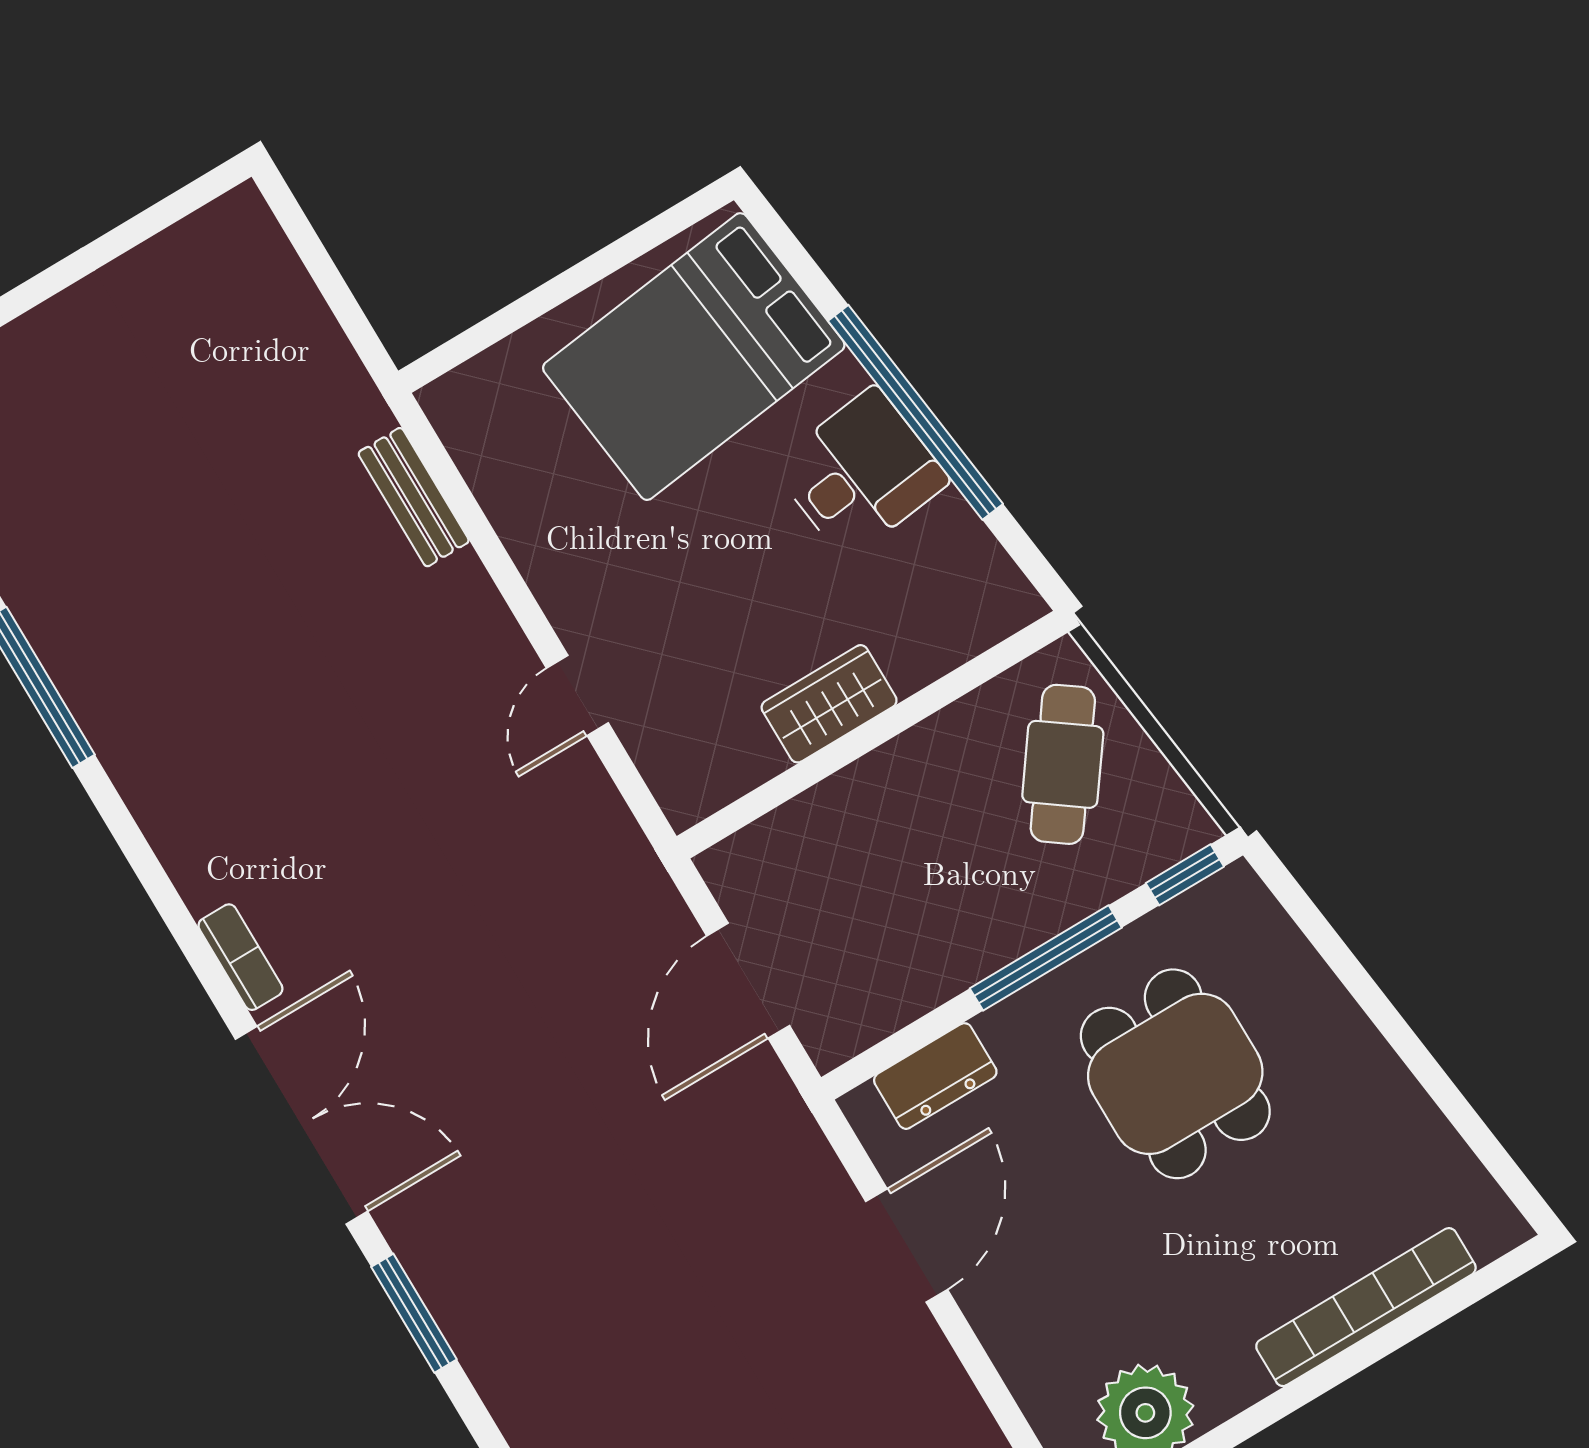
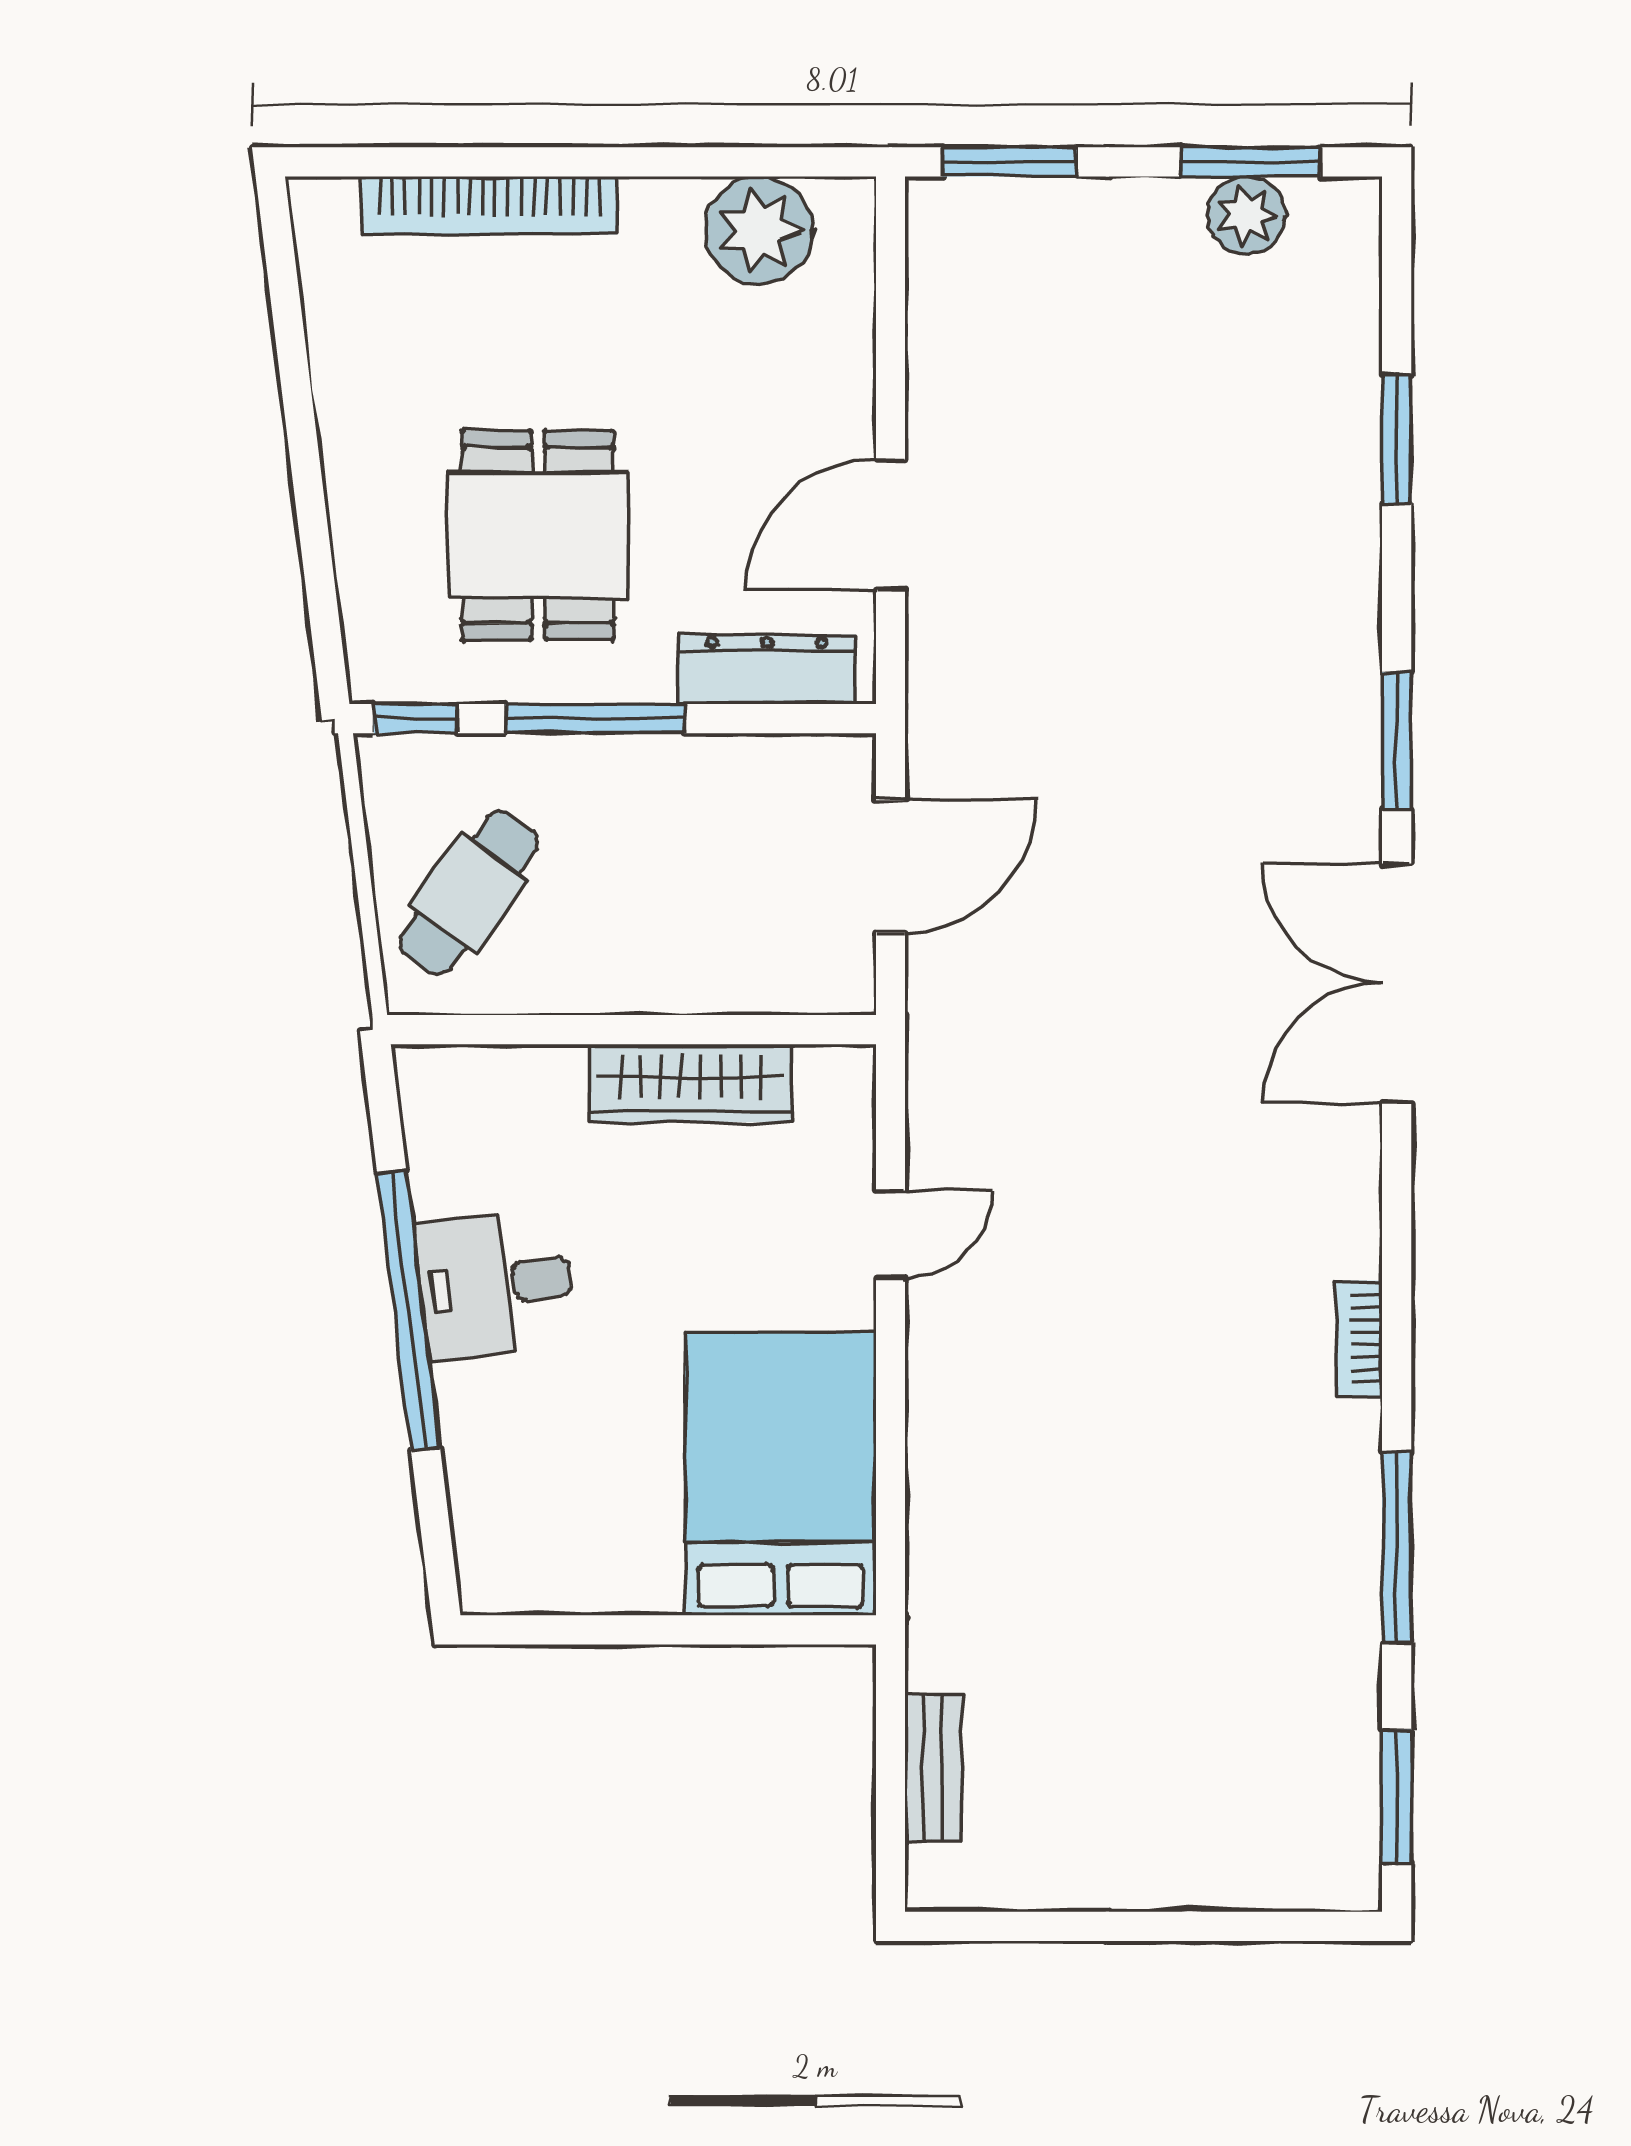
bed: (694, 357) -> (781, 1474), moved, turned -83
bench: (414, 497) -> (933, 1768), moved
wardrobe: (829, 704) -> (690, 1083), width x1.50
bookcase: (240, 957) -> (1359, 1339), moved
dresser: (935, 1076) -> (767, 669), width x1.44

